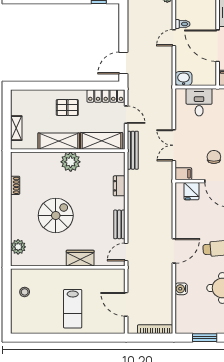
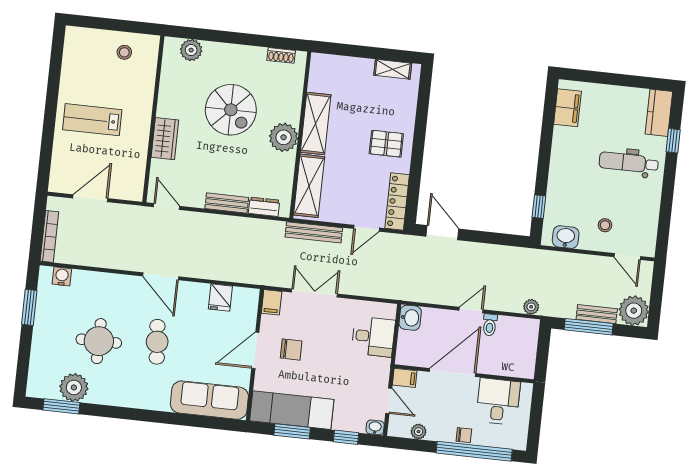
door: (174, 38) -> (471, 310), hinge flipped
pallet: (67, 108) -> (386, 144), turned 90
shelving: (16, 128) -> (393, 69), moved
shelving: (59, 141) -> (316, 123), moved
shelving: (102, 141) -> (309, 186), moved
wall: (68, 151) -> (300, 135), moved
plant: (71, 162) -> (284, 137), moved
fridge: (191, 191) -> (220, 298), moved, turned -90
bench: (119, 224) -> (227, 203), moved
water cooler: (181, 289) -> (62, 276), moved

